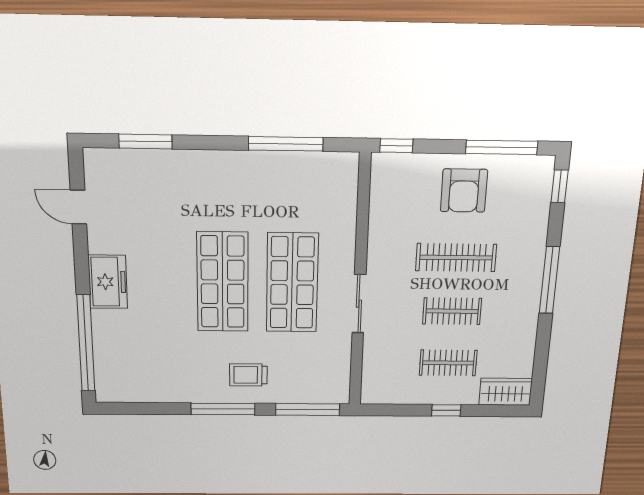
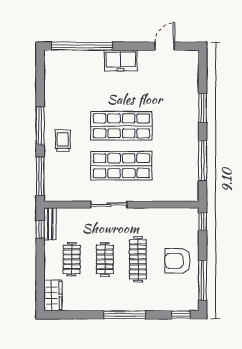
window: (146, 141) -> (203, 108), moved
bench: (387, 395) -> (50, 224), added
window: (446, 410) -> (40, 229), moved

